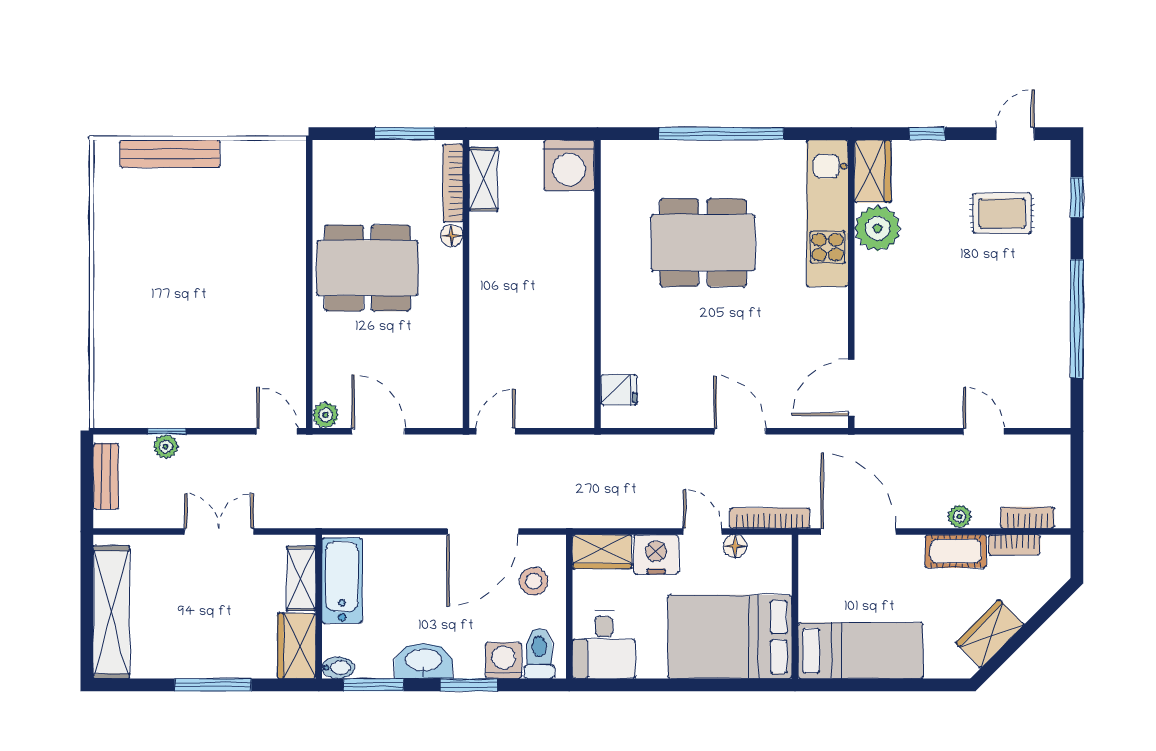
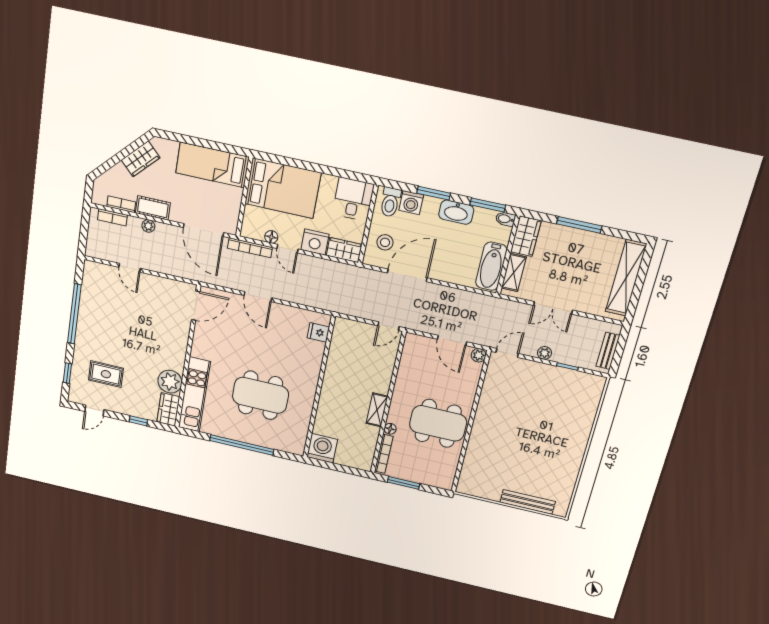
shelving: (483, 179) -> (377, 410), moved
door: (277, 431) -> (507, 353), swing flipped
plant: (166, 447) -> (545, 353), moved

